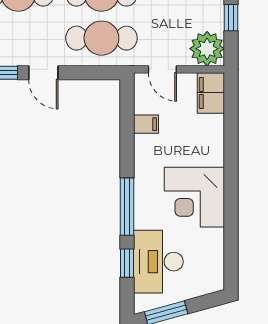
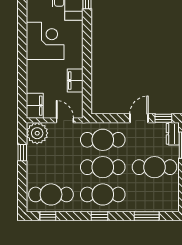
door: (43, 73) -> (139, 118), hinge flipped
filing cabinet: (146, 124) -> (75, 81), width x2.00
window: (127, 207) -> (87, 35), removed

